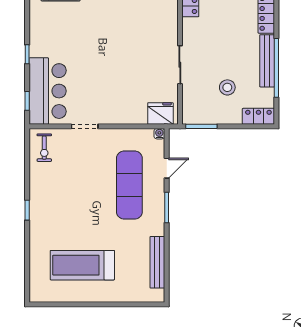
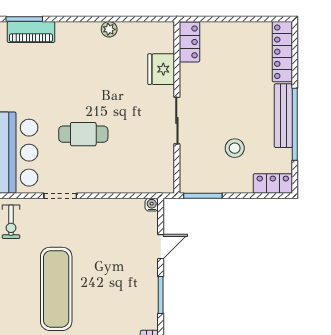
cafe table: (103, 76) -> (83, 134), added
fridge: (160, 113) -> (161, 69), moved, turned -90
exercise mat: (129, 185) -> (56, 289), moved

